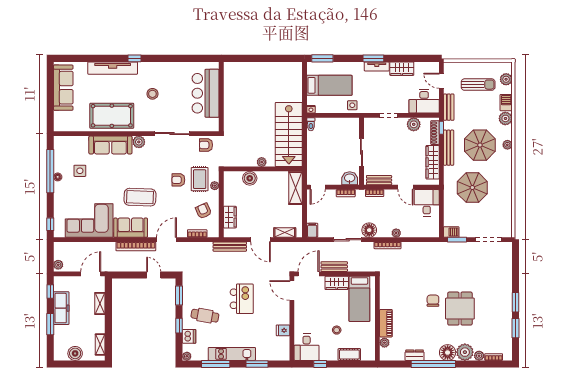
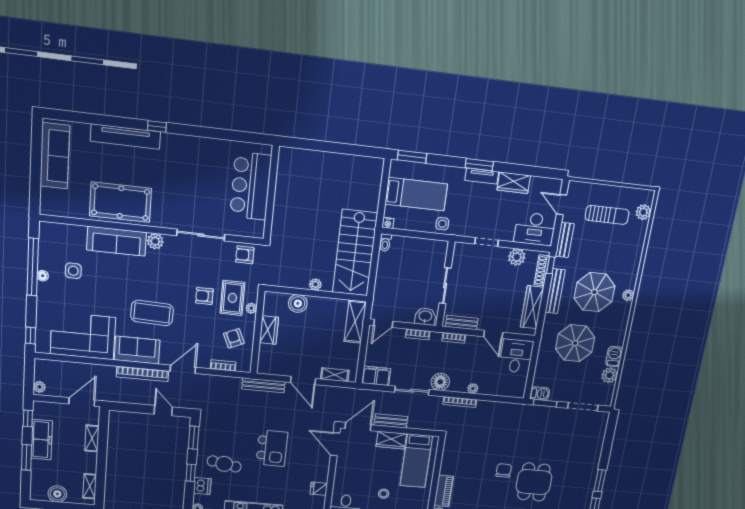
stool: (152, 94) -> (178, 179), removed
barbecue: (506, 103) -> (614, 357), moved
plant: (505, 118) -> (610, 375), moved
wardrobe: (230, 217) -> (269, 330), moved
filing cabinet: (312, 230) -> (376, 376), width x2.00

